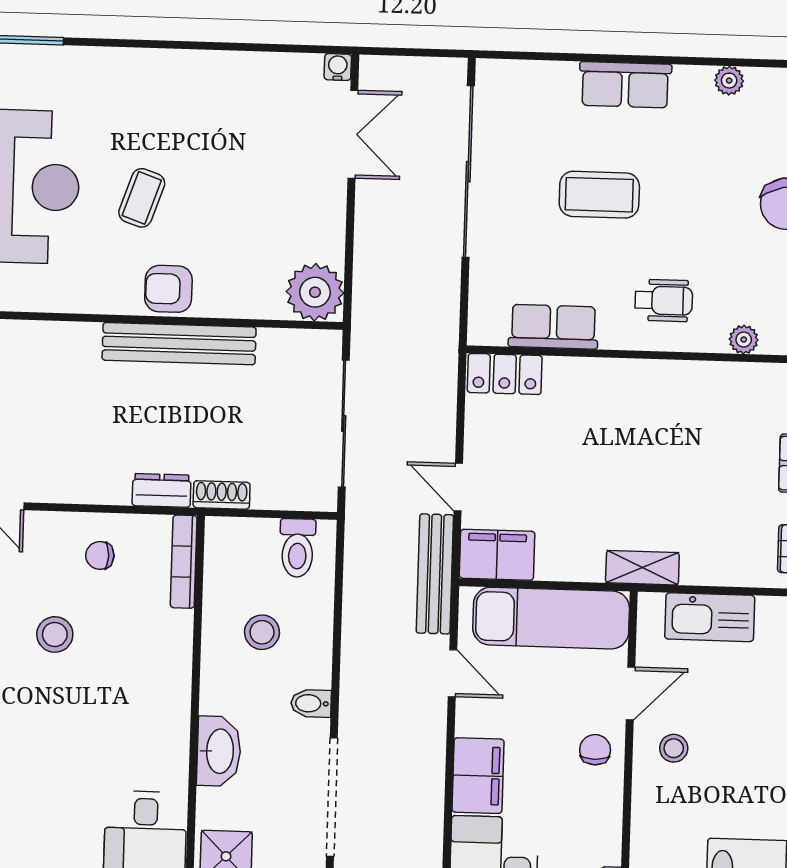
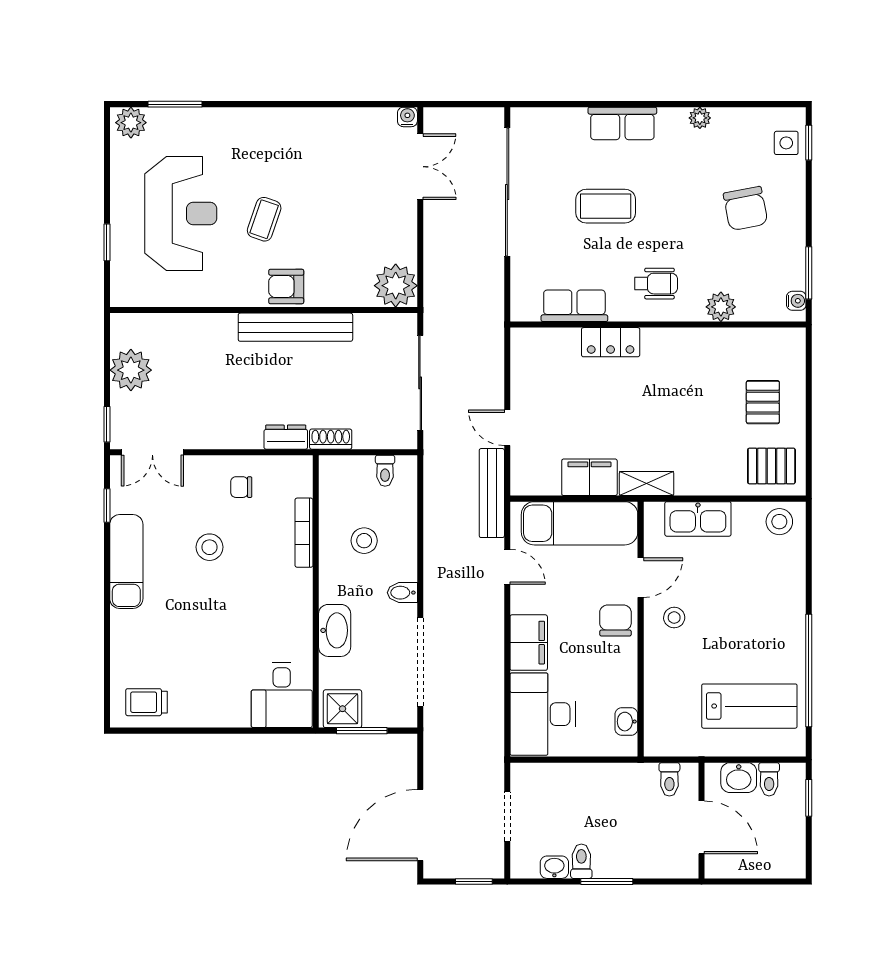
plant: (744, 340) -> (721, 307), width x1.38, depth x1.38
locker: (505, 374) -> (611, 342), moved
toilet: (297, 548) -> (385, 471), width x0.73, depth x0.72
filing cabinet: (497, 555) -> (589, 477), moved
bookcase: (184, 562) -> (304, 533), moved
chair: (595, 750) -> (615, 621), width x1.37, depth x1.37

